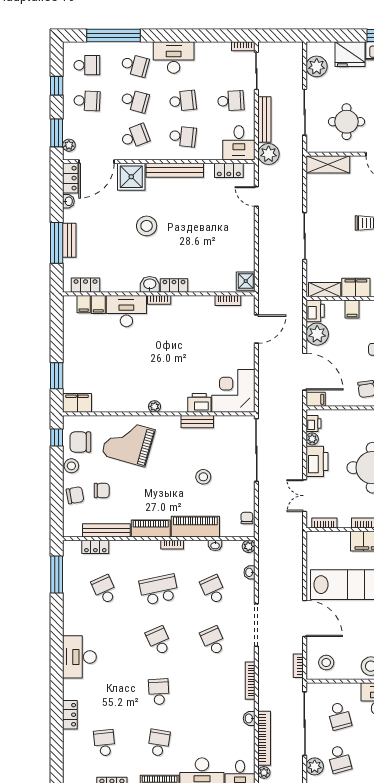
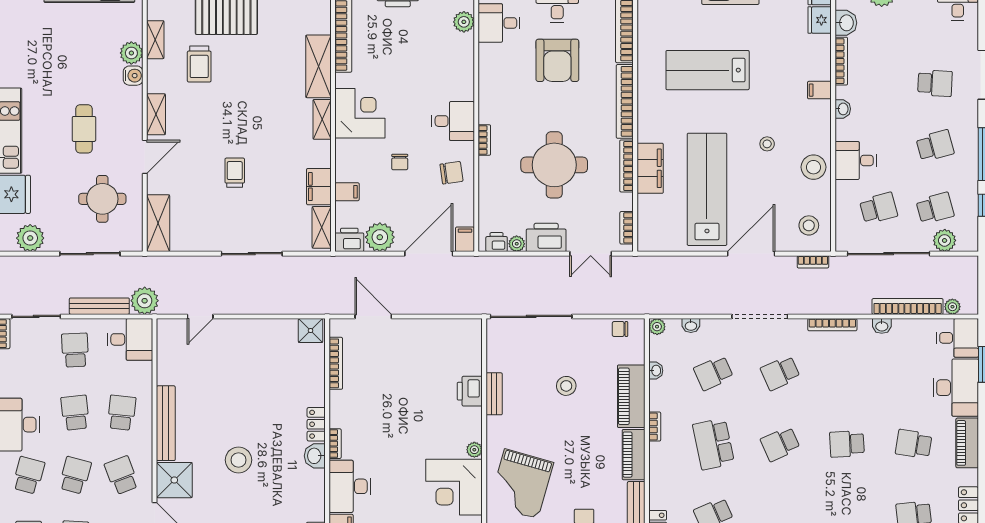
locker: (229, 170) -> (166, 353), removed
bookcase: (228, 300) -> (336, 363), width x1.56
corner desk: (233, 391) -> (454, 487), moved

